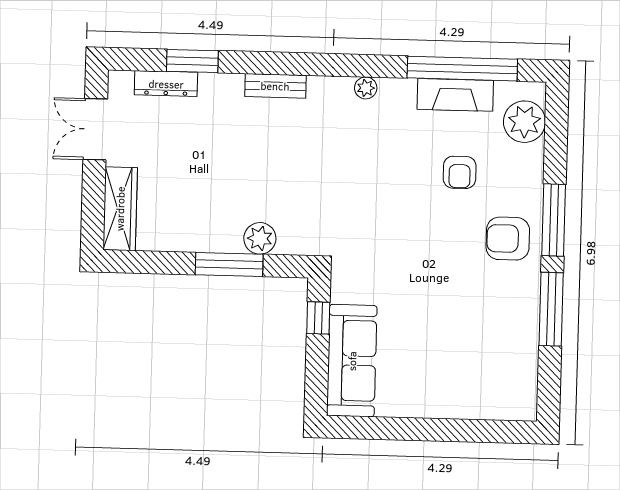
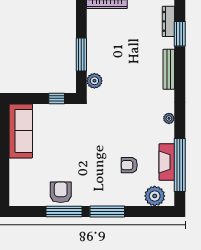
bench: (275, 86) -> (169, 69), width x1.36
plant: (260, 238) -> (94, 81), moved
armchair: (508, 239) -> (61, 192), moved
sofa: (352, 361) -> (21, 131), moved, turned -90

